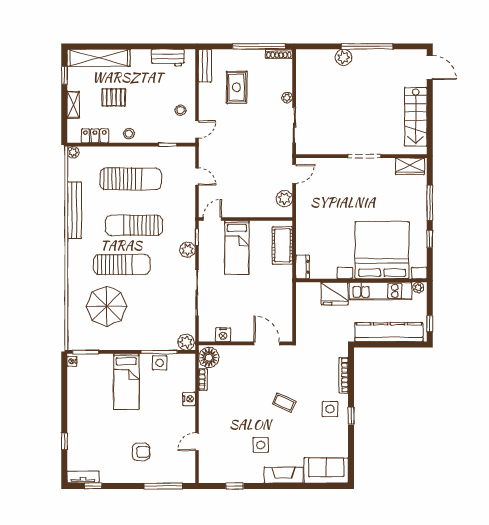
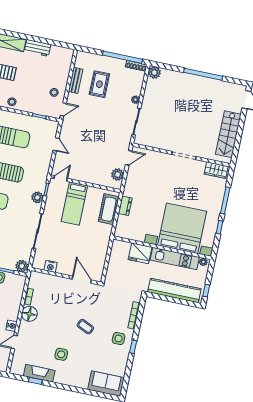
plant: (344, 57) -> (154, 72), moved
workbench: (168, 58) -> (38, 48), moved
bench: (205, 66) -> (76, 80), moved
dresser: (303, 267) -> (125, 206), moved
floor lamp: (209, 358) -> (29, 314), moved
nightstand: (189, 399) -> (12, 326), moved
fireplace: (284, 475) -> (39, 373), moved

